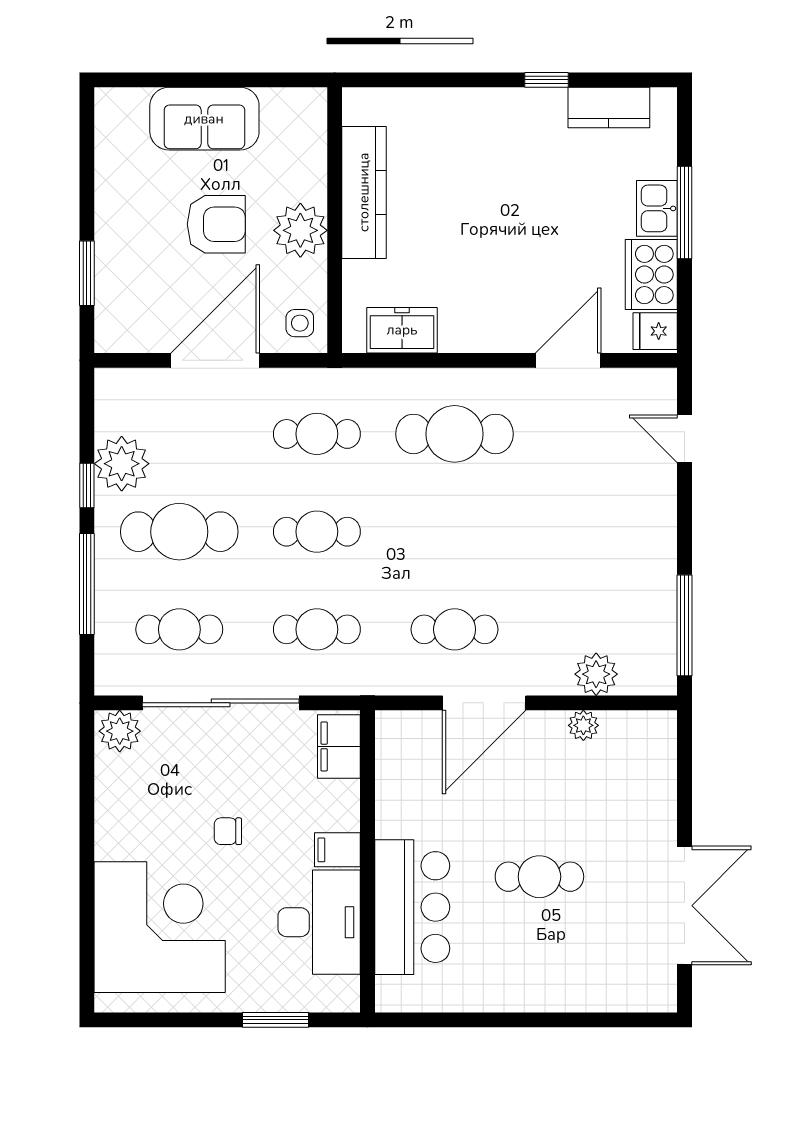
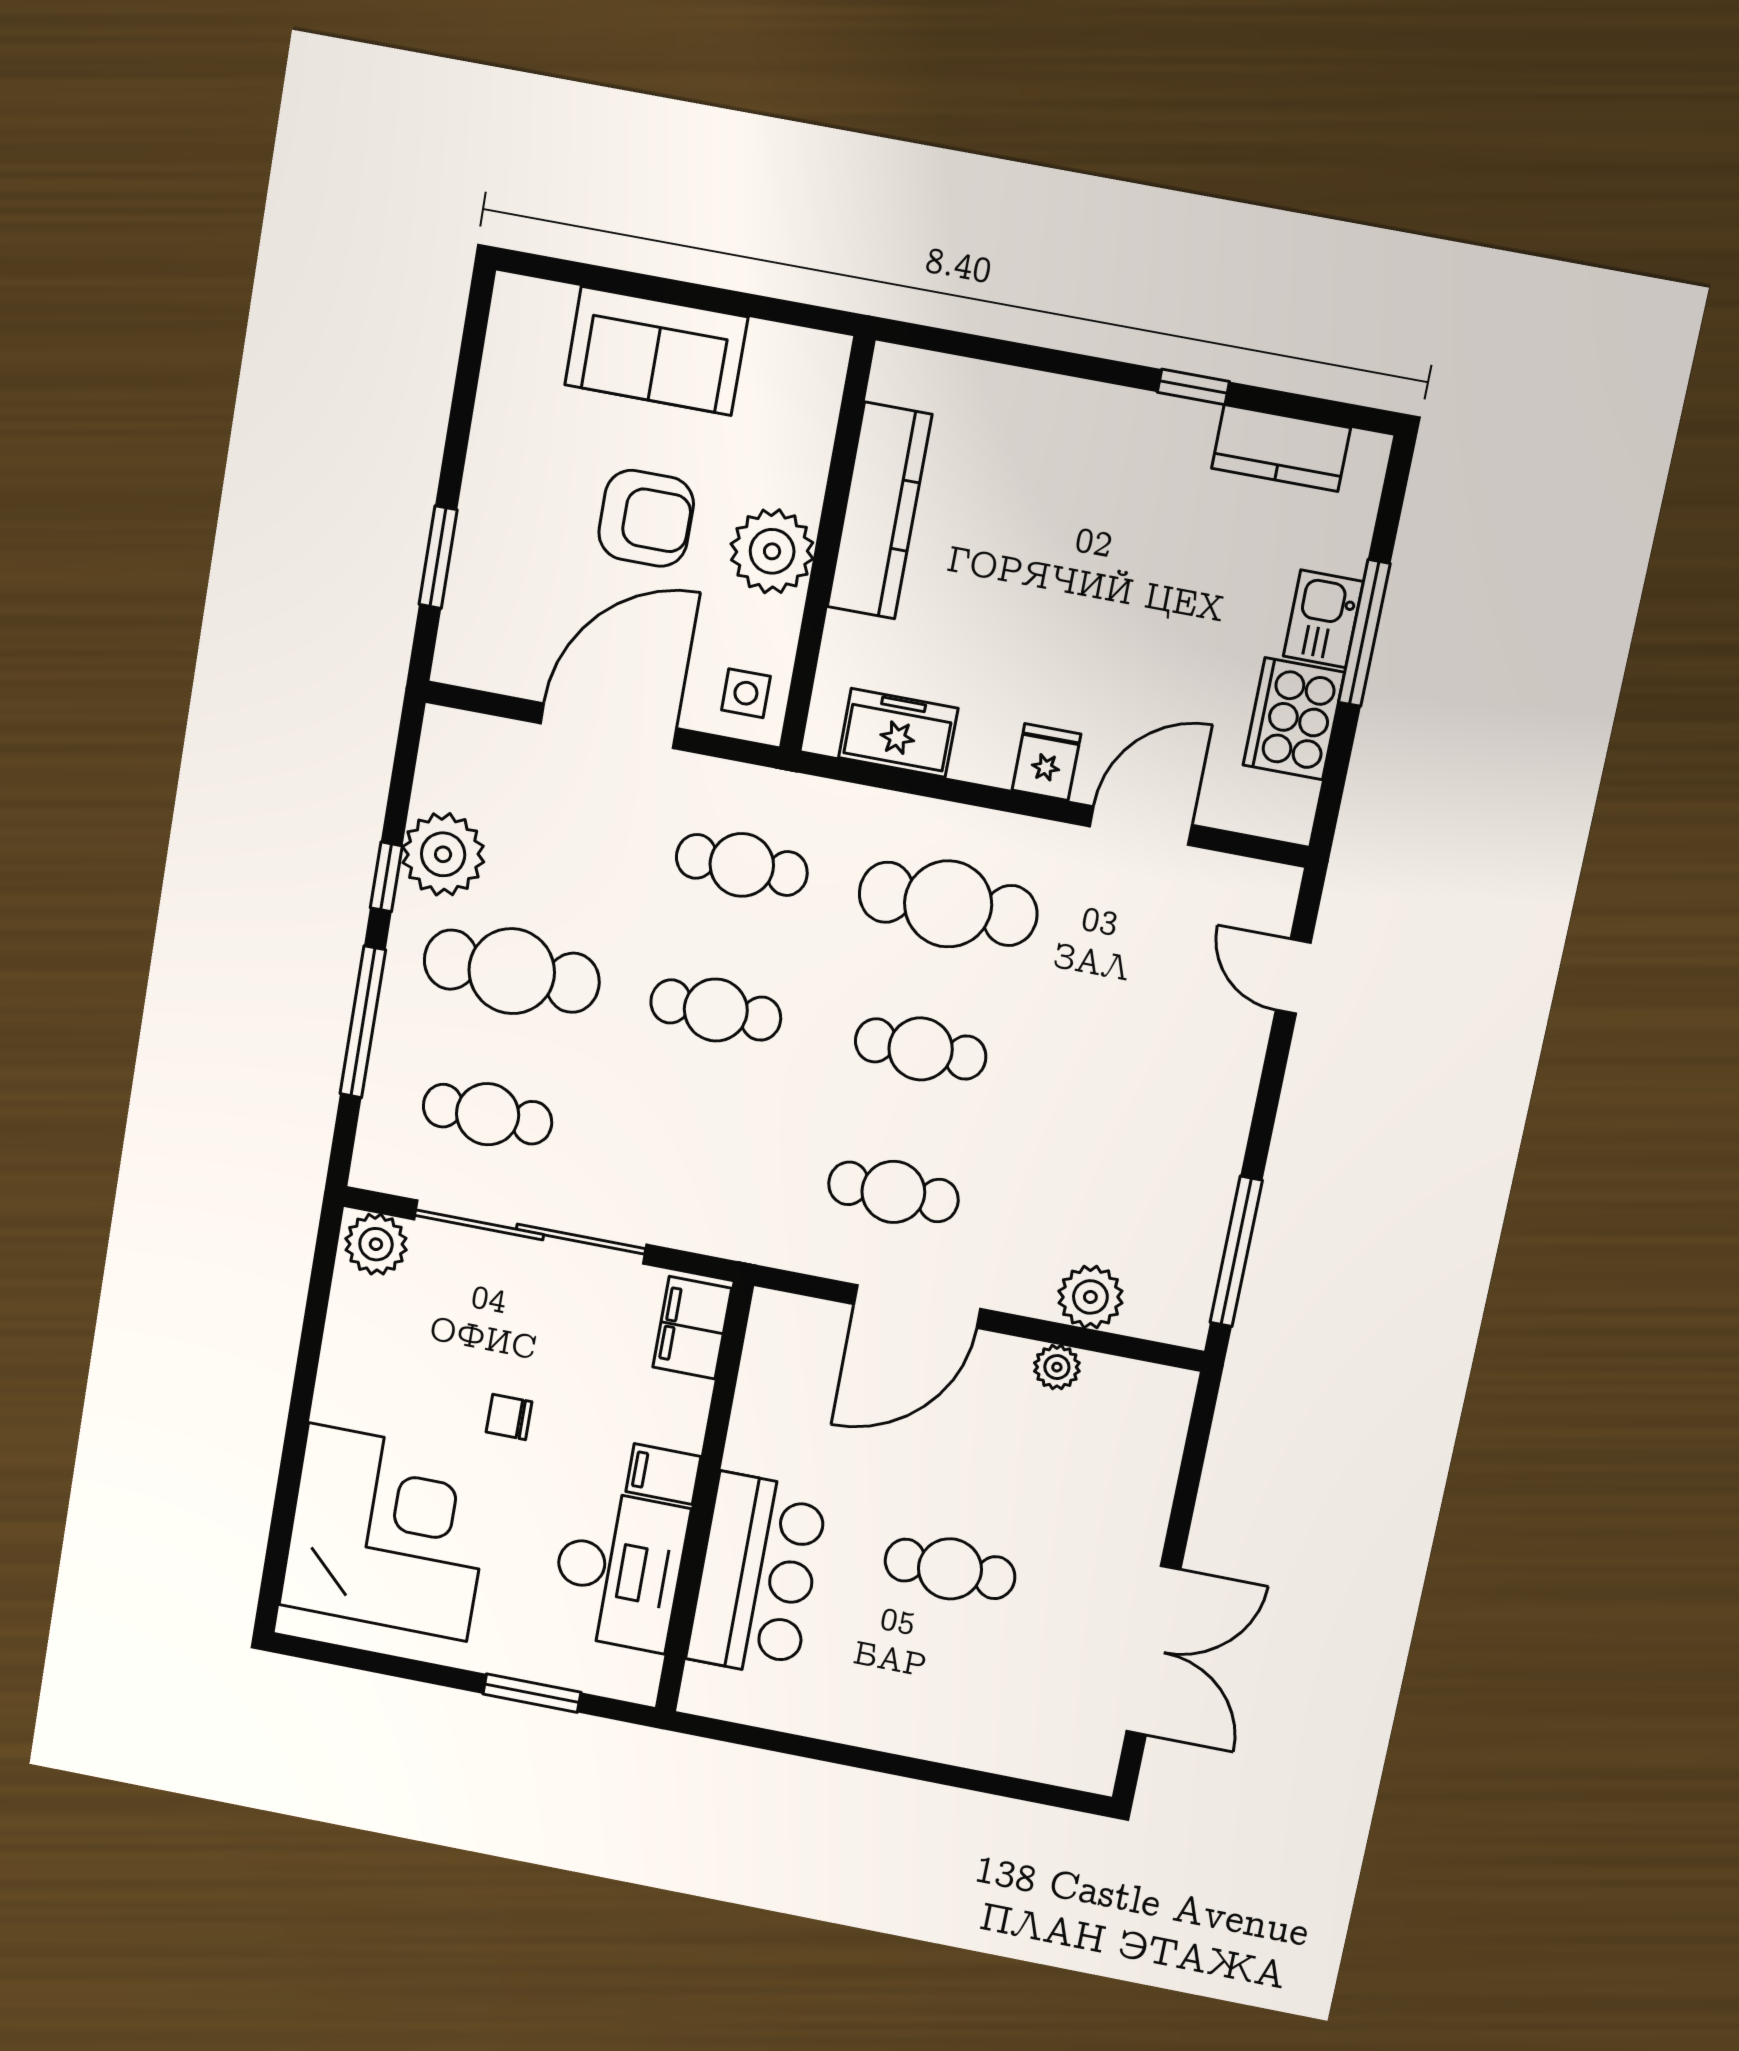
fridge: (655, 331) -> (1046, 762), moved, turned 90
cafe table: (317, 629) -> (921, 1049), moved

